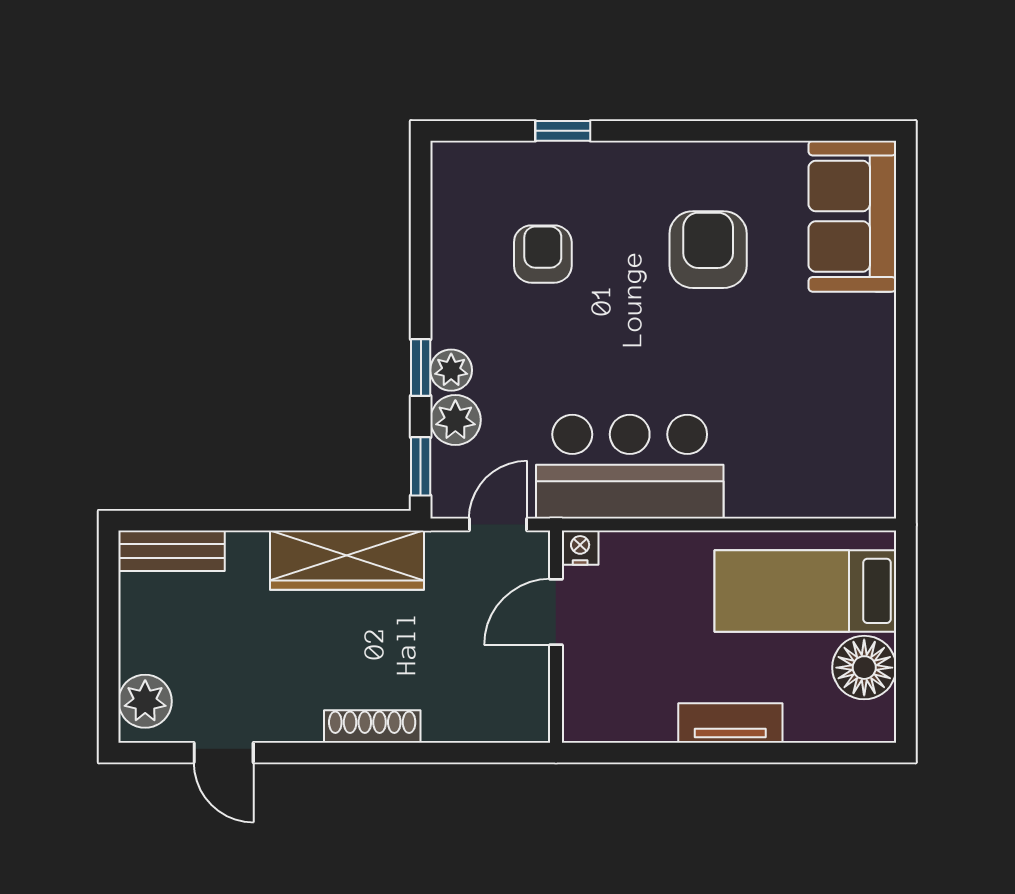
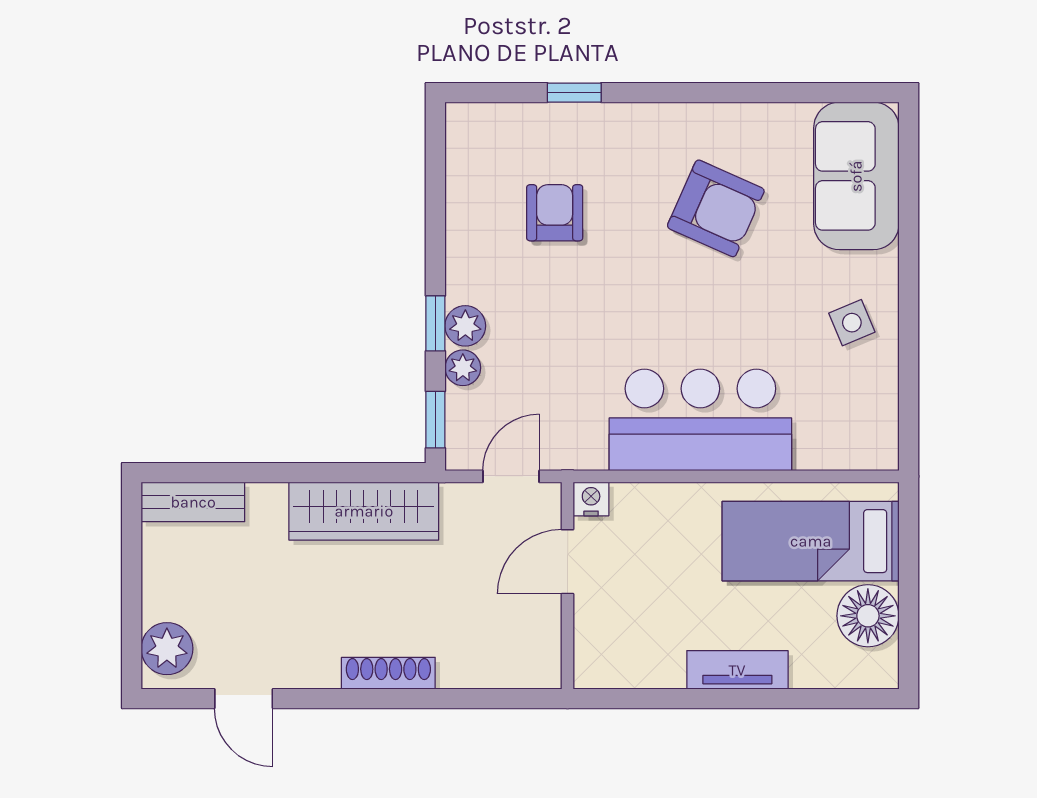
armchair: (708, 250) -> (716, 208), turned 114
side table: (848, 367) -> (852, 323), added
plant: (455, 420) -> (463, 368), width x0.73, depth x0.73
bar counter: (630, 467) -> (700, 420), moved

